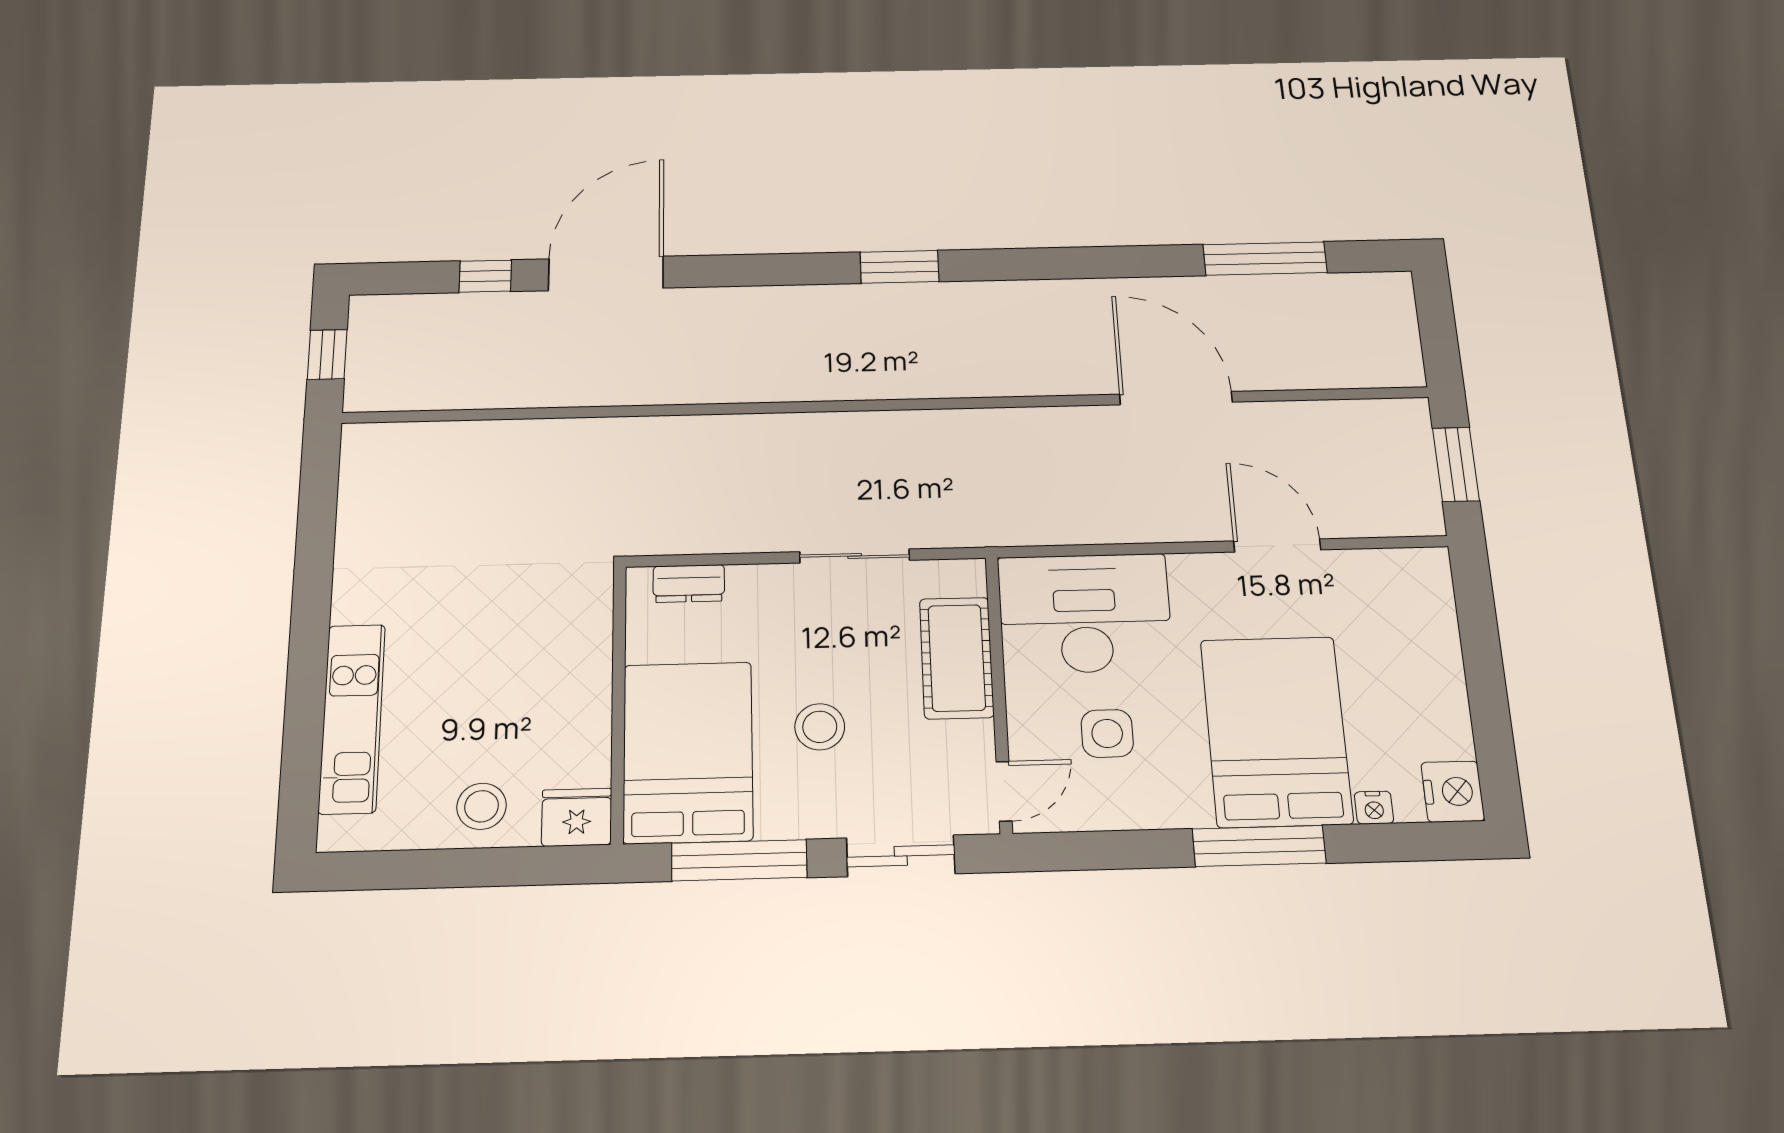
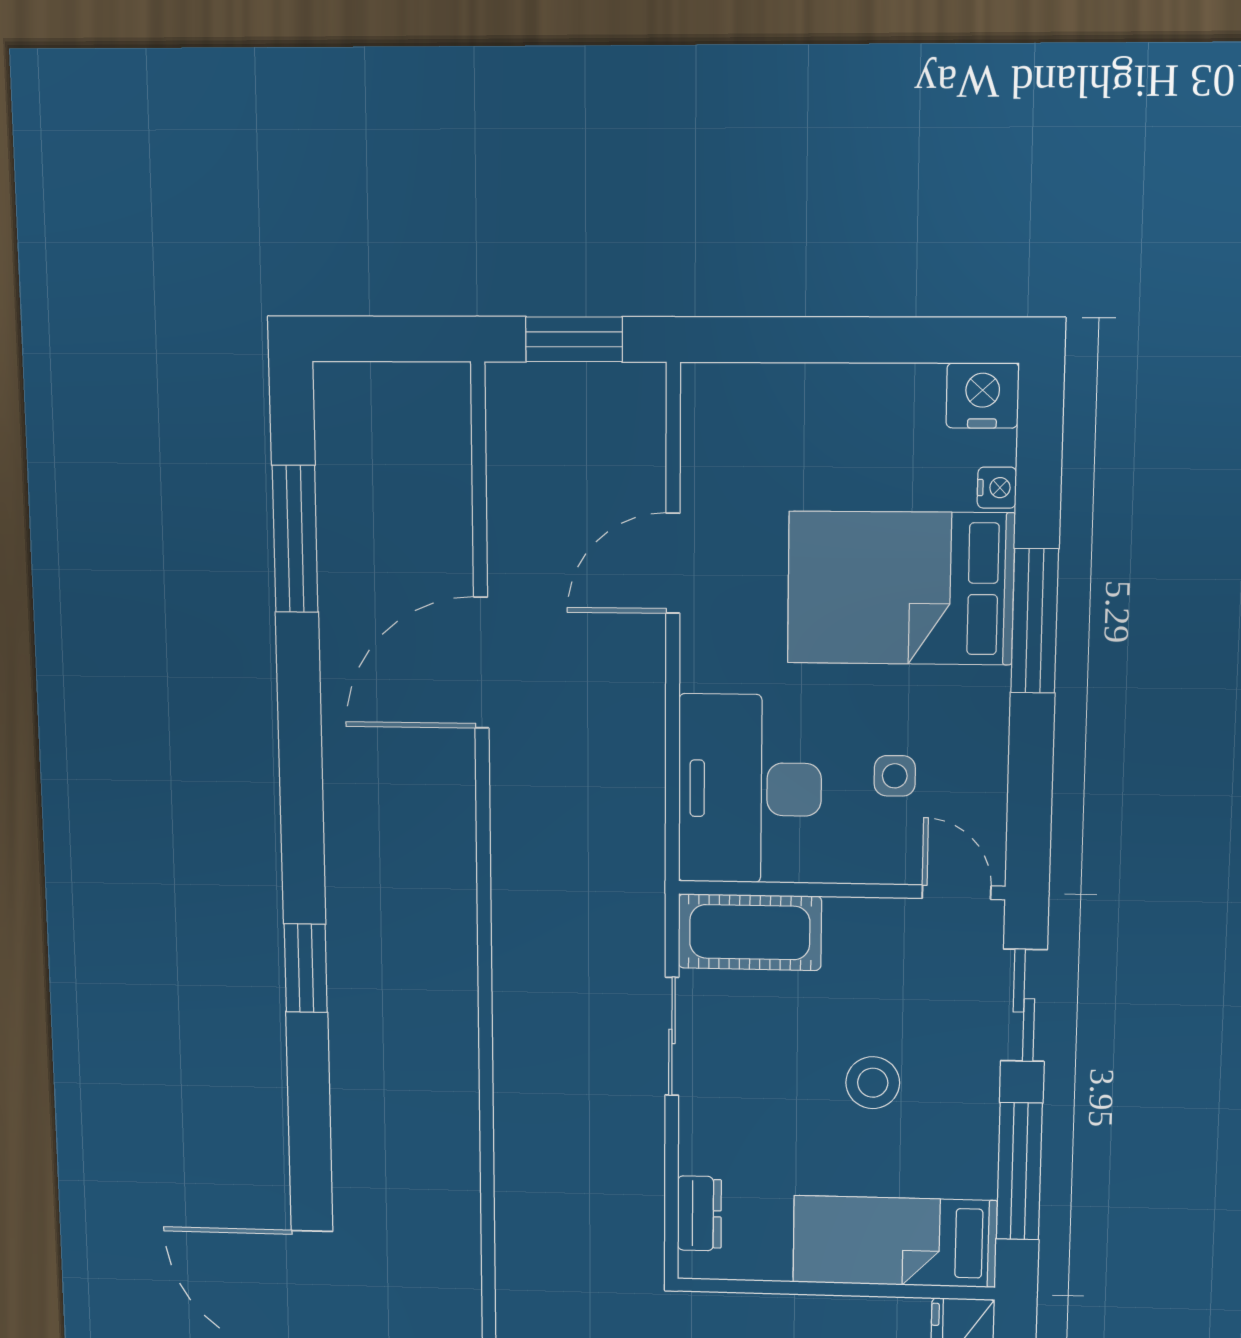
cot: (957, 658) -> (750, 932), moved
side table: (1107, 733) -> (895, 776), width x0.73, depth x0.73
bed: (688, 752) -> (895, 1241), width x0.67

